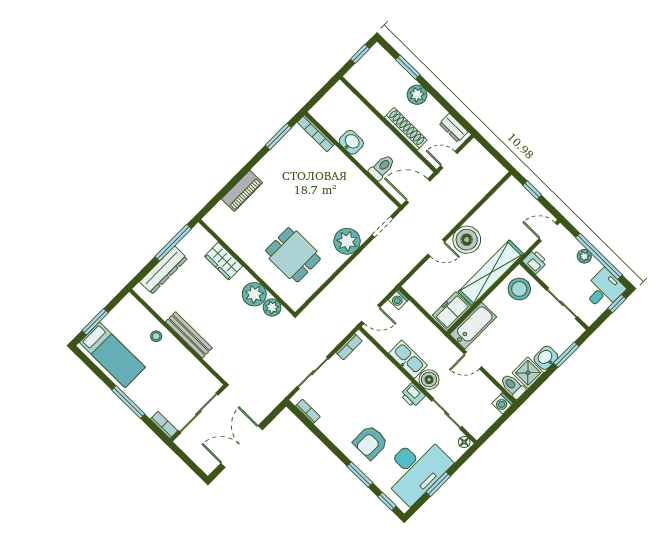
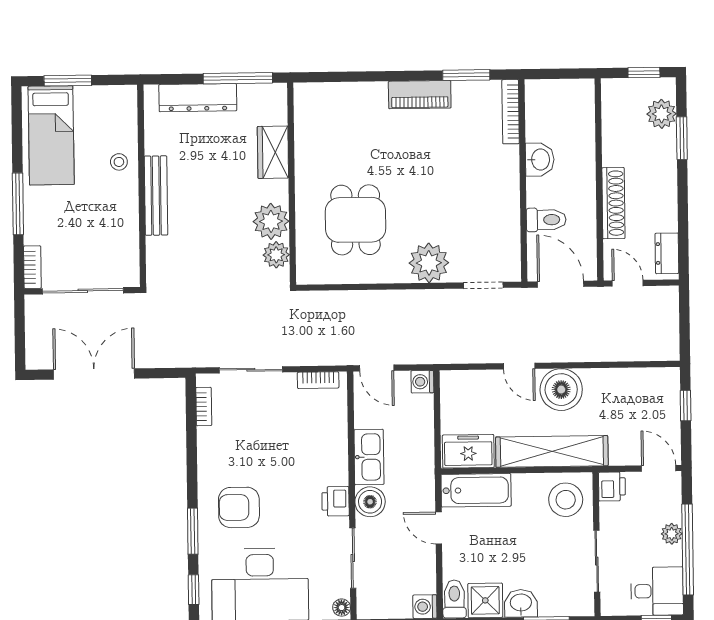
plant: (417, 95) -> (662, 114), moved
piano: (242, 191) -> (420, 95), moved

